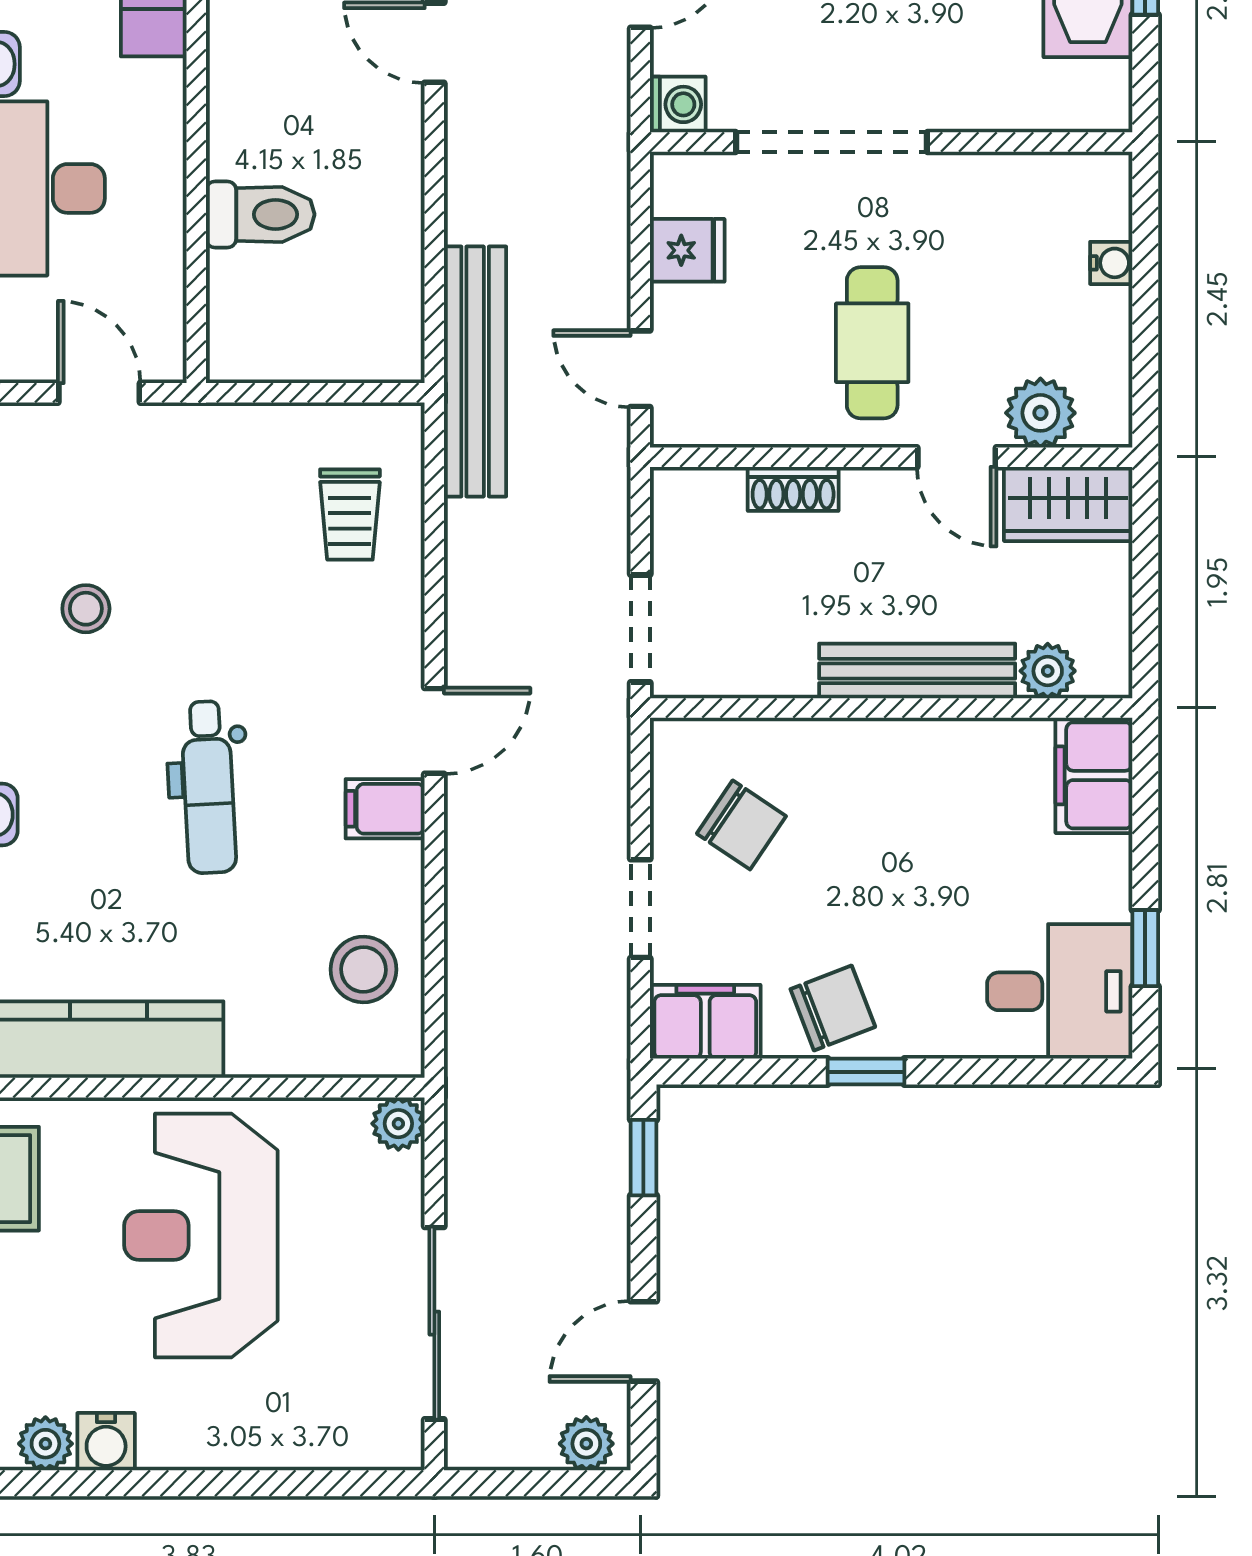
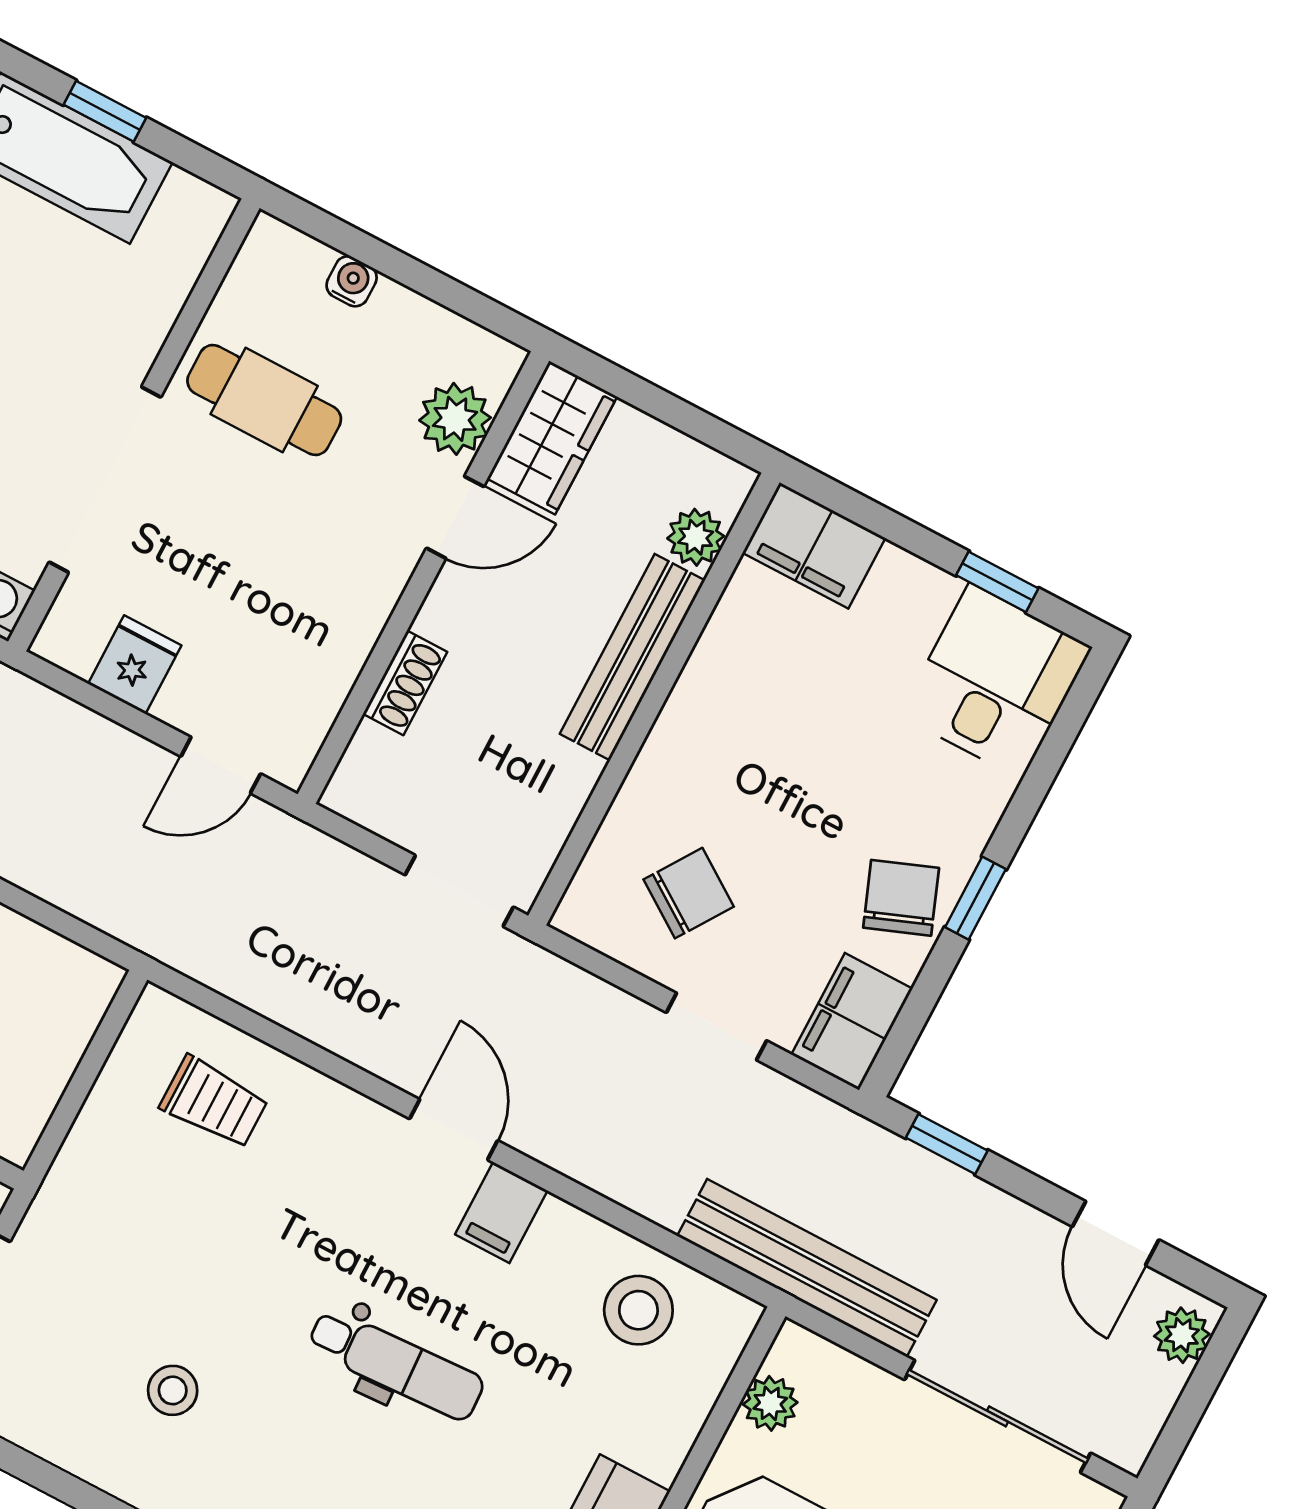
cafe table: (872, 343) -> (264, 400), moved
bench: (475, 371) -> (807, 1268), moved
plant: (398, 1124) -> (770, 1403), moved

